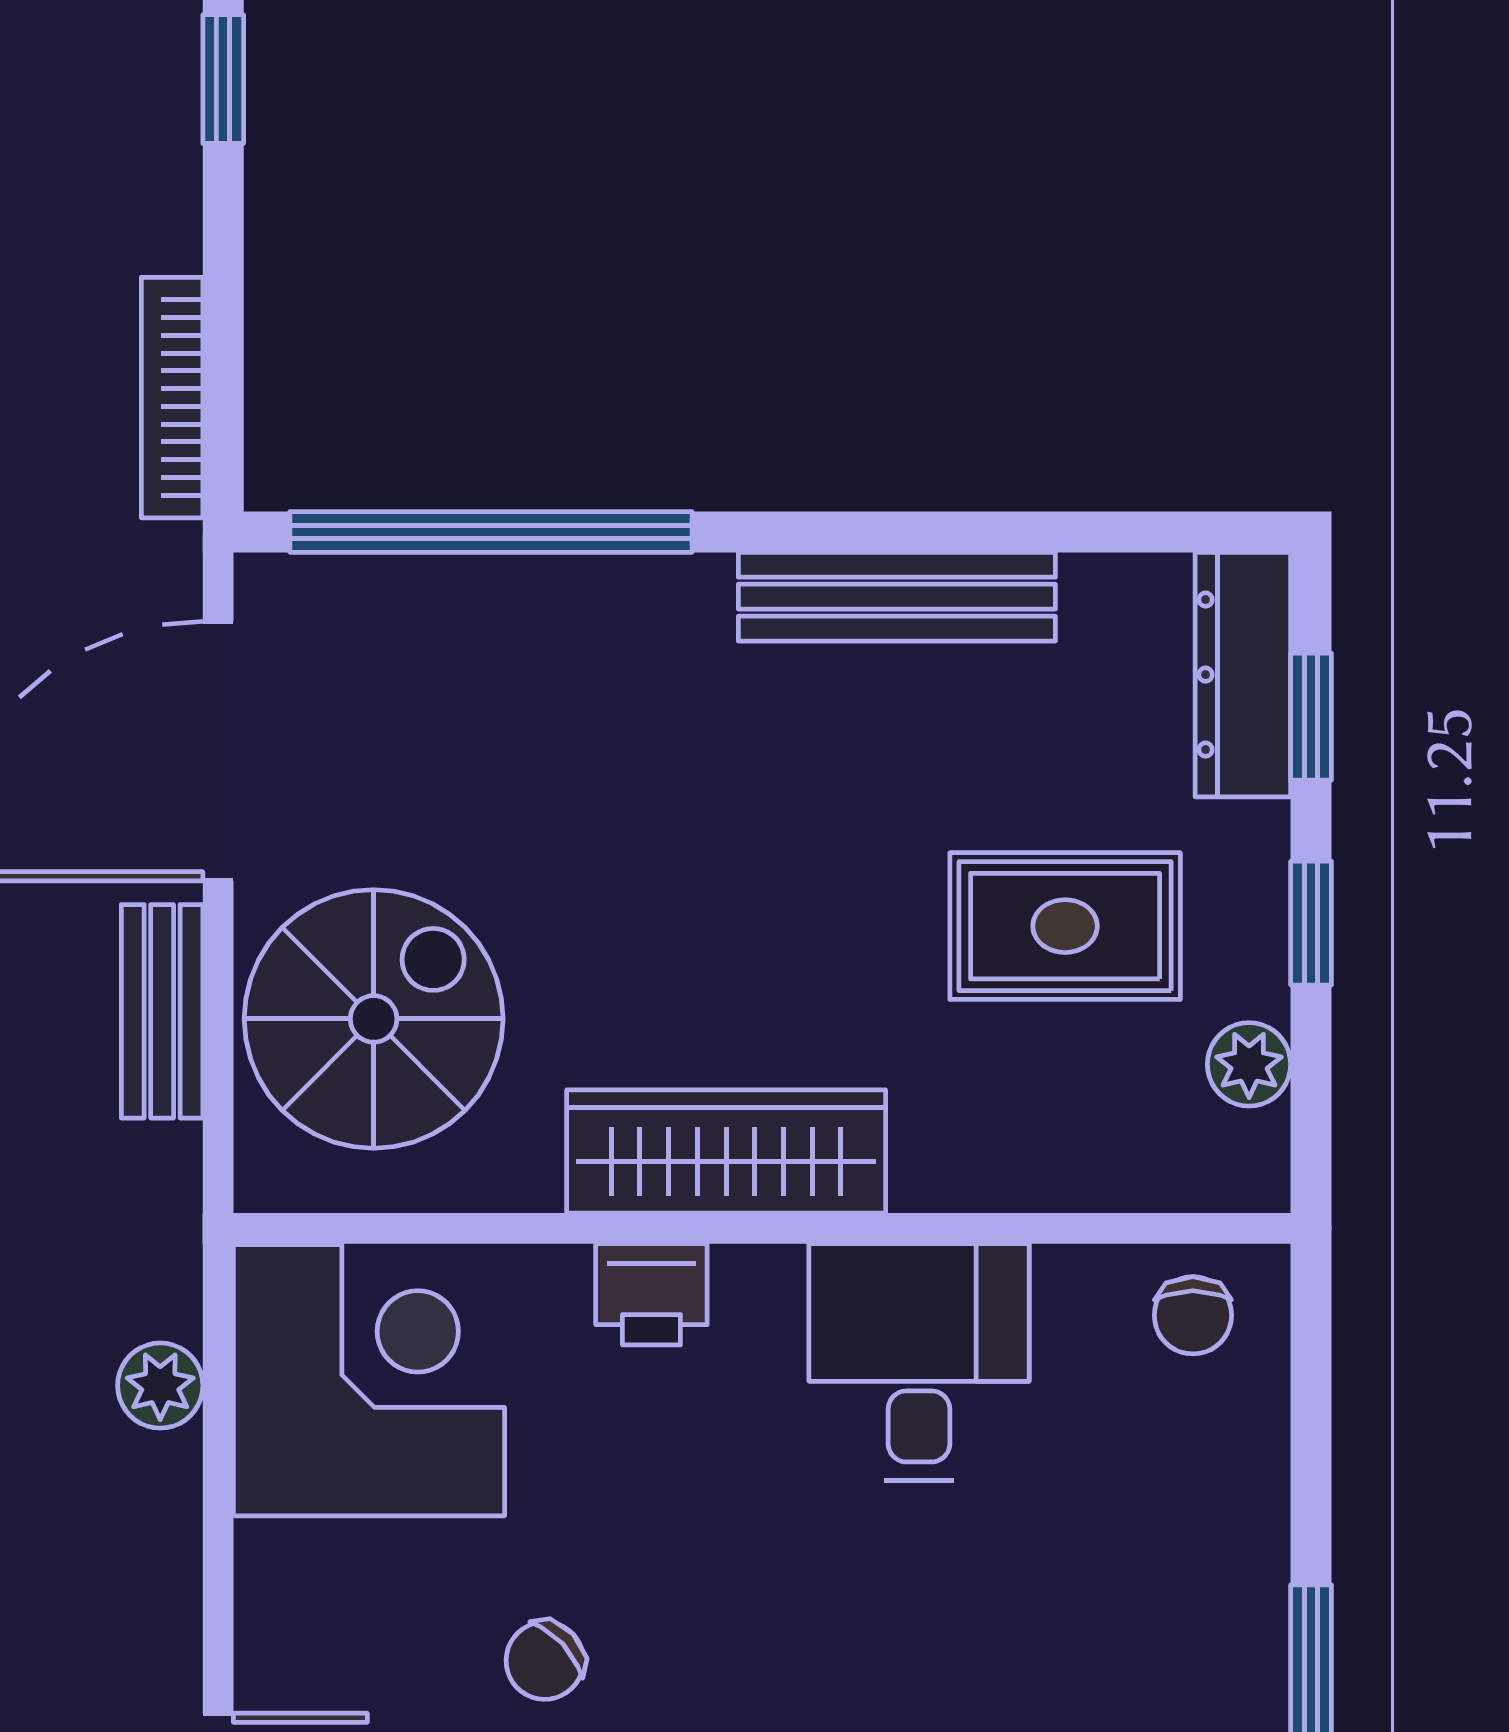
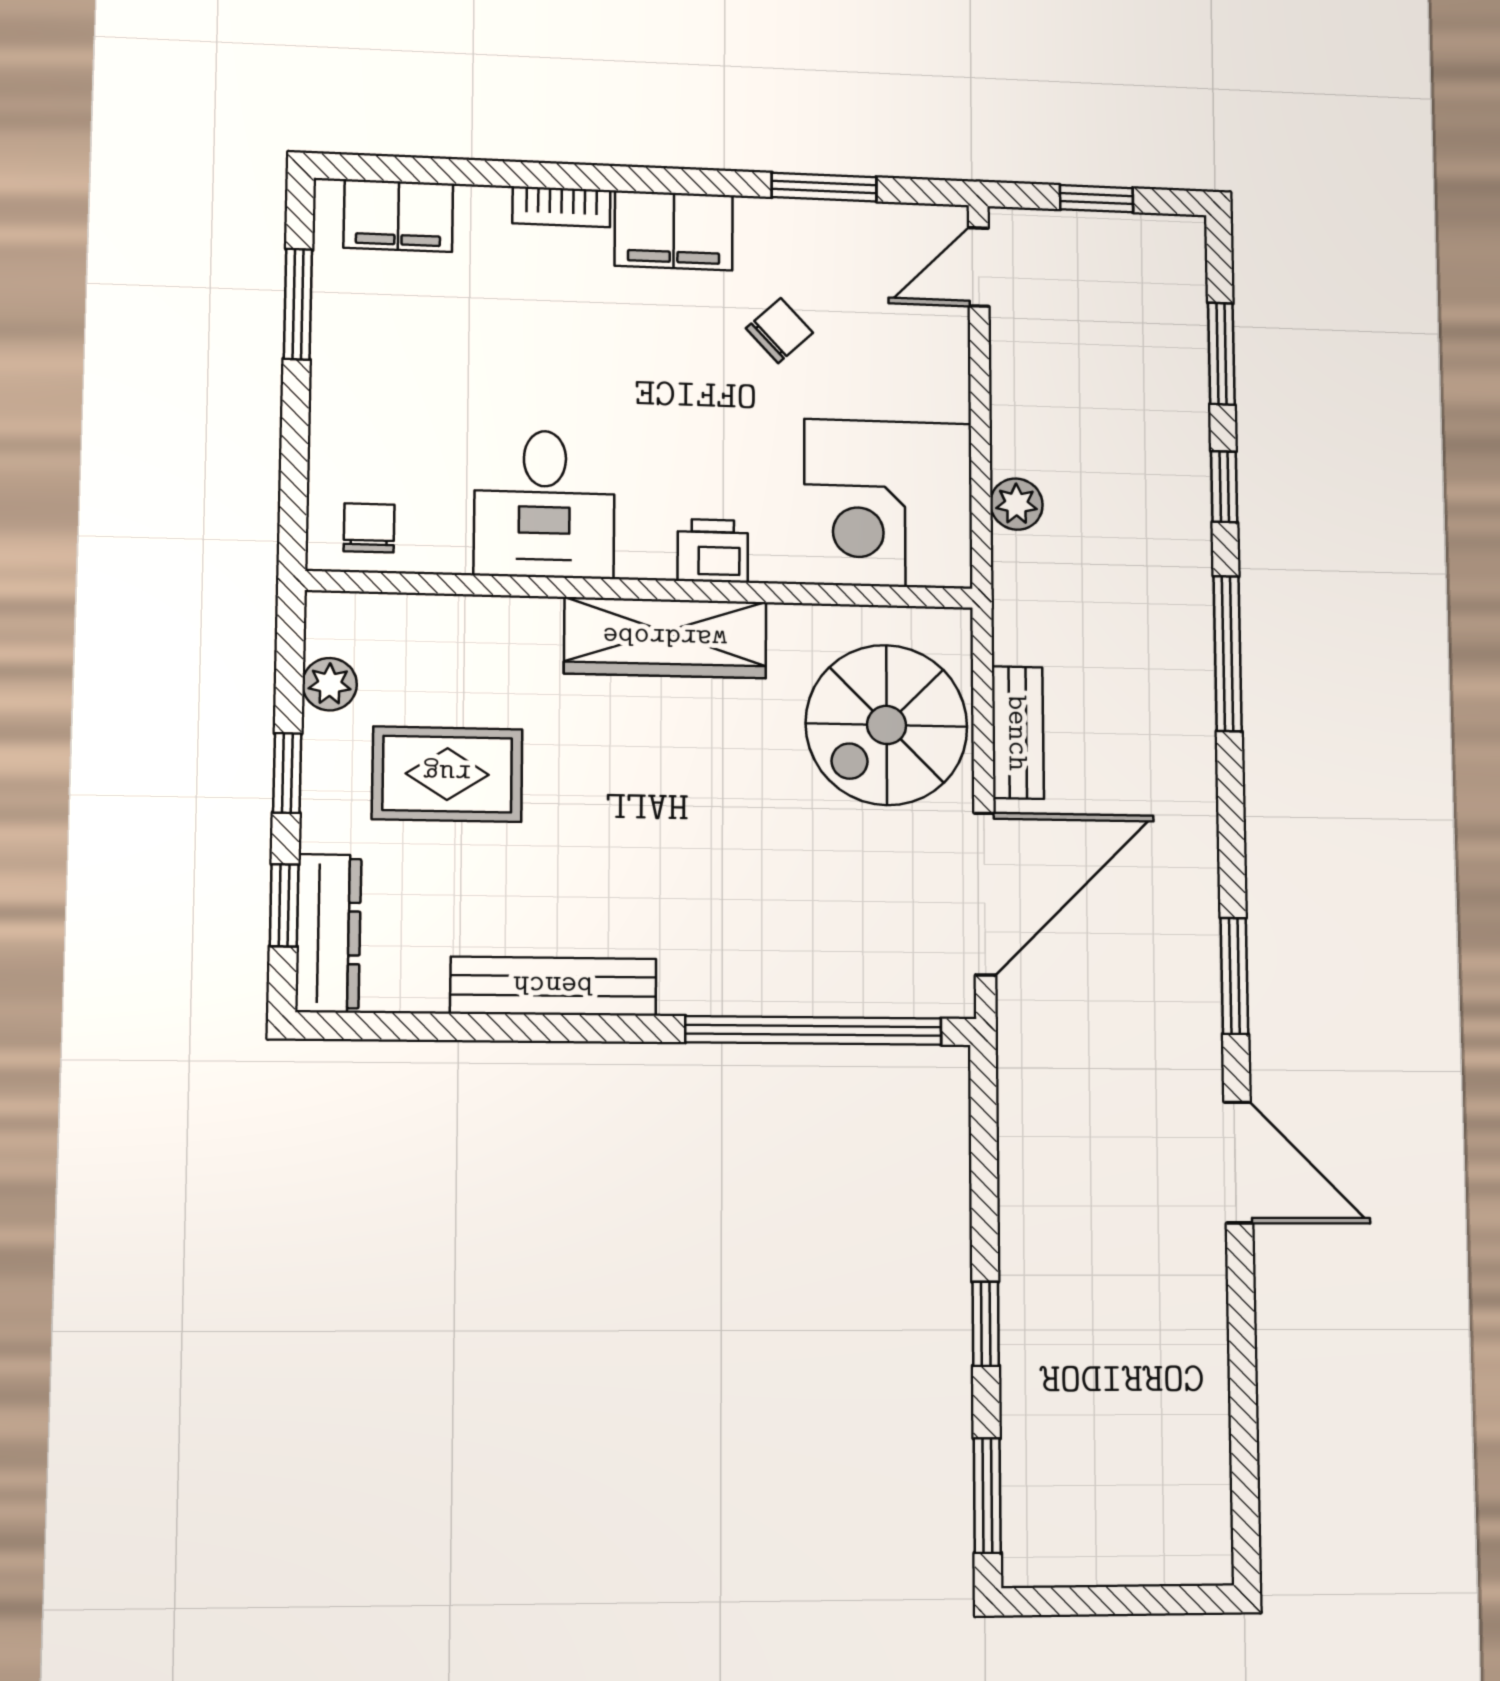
bookcase: (172, 398) -> (1016, 1118), removed

